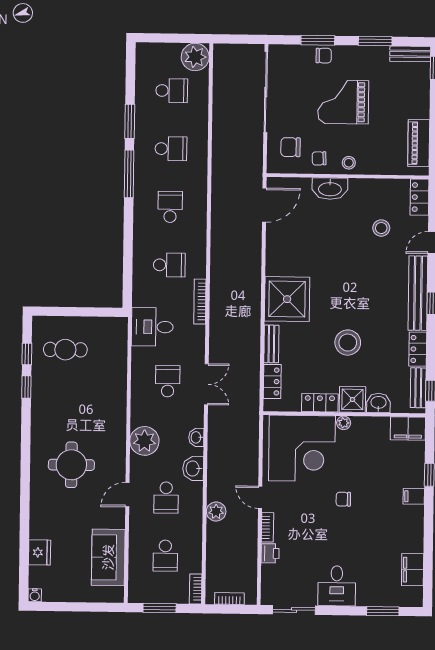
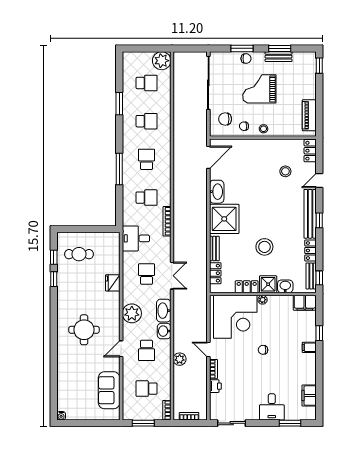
bench: (410, 54) -> (279, 57), moved
window: (129, 174) -> (119, 169), moved
washbasin: (330, 189) -> (217, 192), moved, turned -90
washbasin: (196, 437) -> (164, 311), width x1.91, depth x1.45
fridge: (40, 552) -> (113, 283), moved, turned 180
school desk: (165, 556) -> (147, 389), turned 90
desk: (337, 586) -> (272, 407), moved

